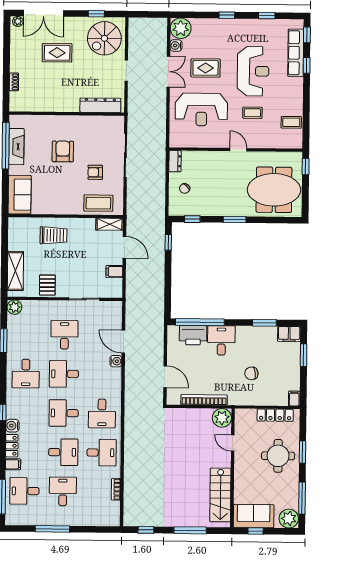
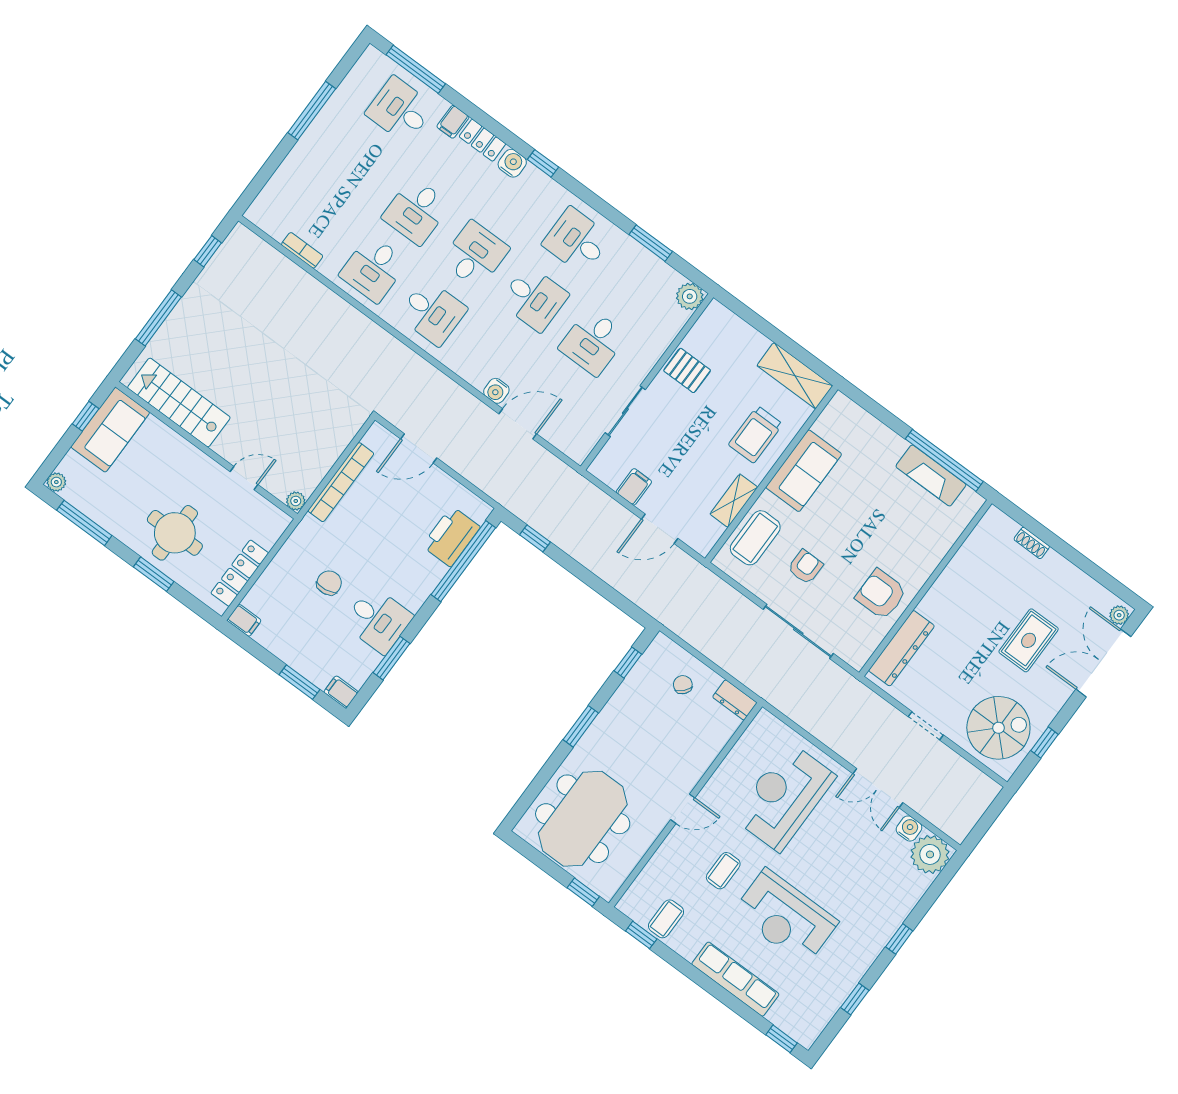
spiral stairs: (104, 38) -> (998, 728), turned 90
row of seats: (296, 53) -> (735, 979), moved
window: (307, 65) -> (641, 935), moved
rug: (206, 68) -> (843, 849), removed
armchair: (63, 151) -> (881, 594), moved, turned 180
sofa: (20, 195) -> (804, 471), moved, turned -90
shelving: (110, 224) -> (734, 501), moved
window: (168, 242) -> (535, 538), moved
shelving: (15, 271) -> (795, 376), moved
filing cabinet: (289, 334) -> (341, 692), width x0.50
desk: (64, 335) -> (593, 342), turned 90
desk: (221, 340) -> (378, 620), moved
desk: (64, 374) -> (534, 298), turned 90
desk: (102, 413) -> (432, 312), turned 180
plant: (222, 418) -> (296, 501), width x0.53, depth x0.53
desk: (24, 491) -> (400, 110), turned -90
desk: (63, 491) -> (357, 167), removed
plant: (289, 519) -> (56, 482), width x0.53, depth x0.53

